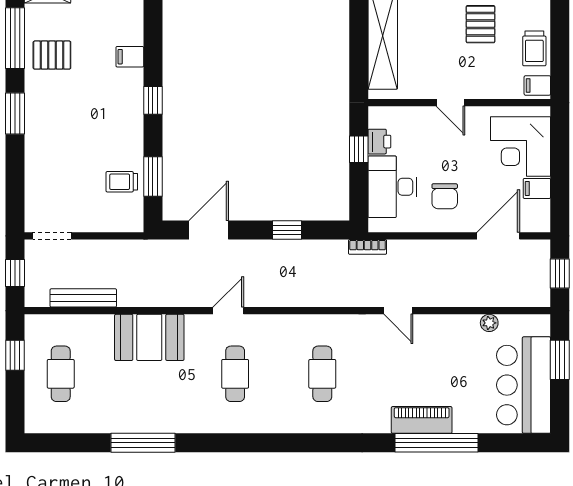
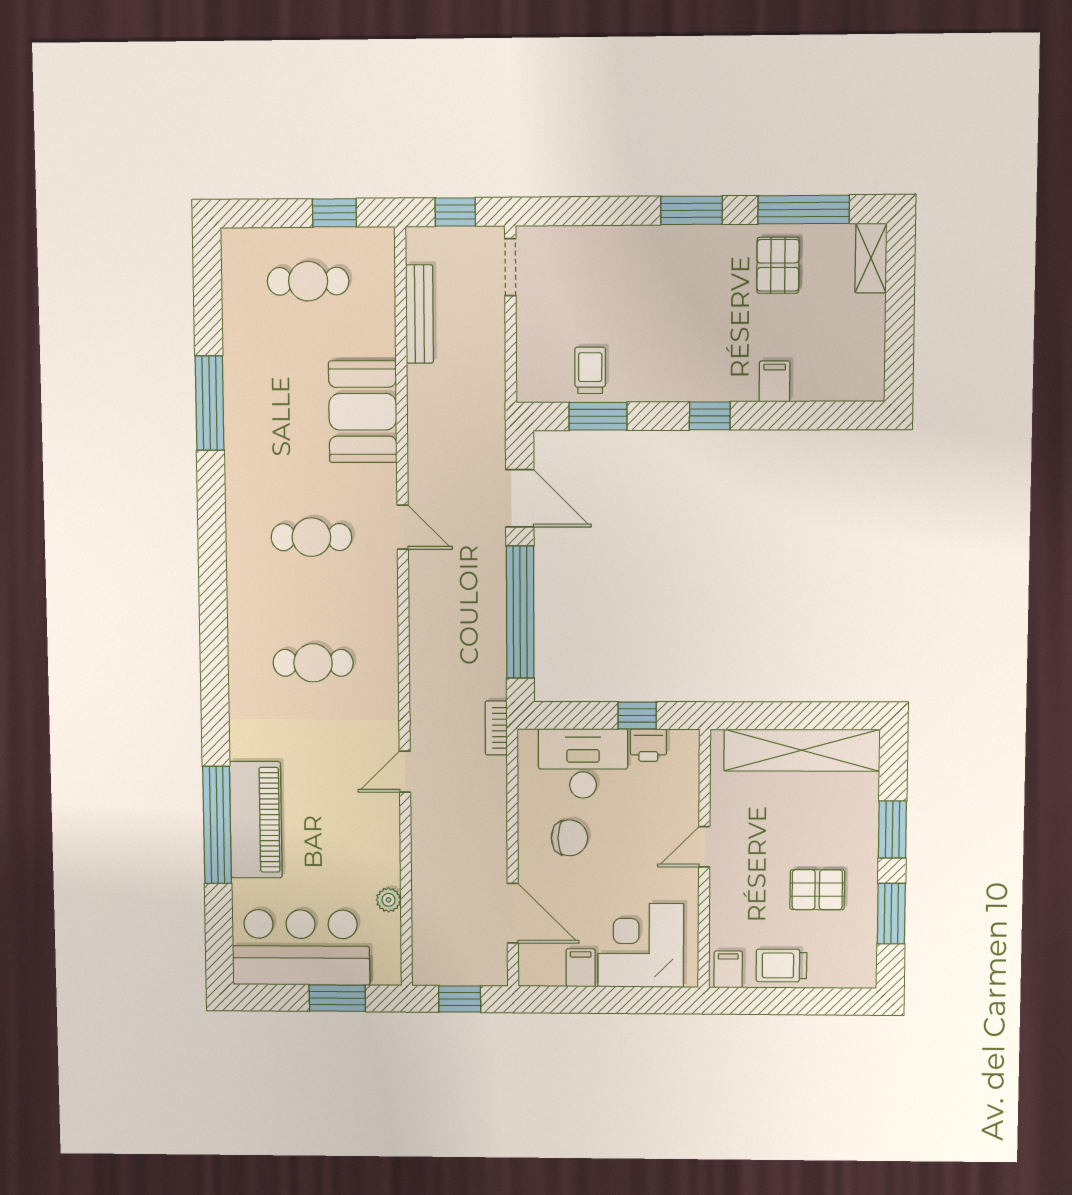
chair: (445, 196) -> (569, 838), turned 180
window: (287, 230) -> (520, 612), width x3.17
piano: (422, 420) -> (256, 820), width x1.37, depth x1.33

